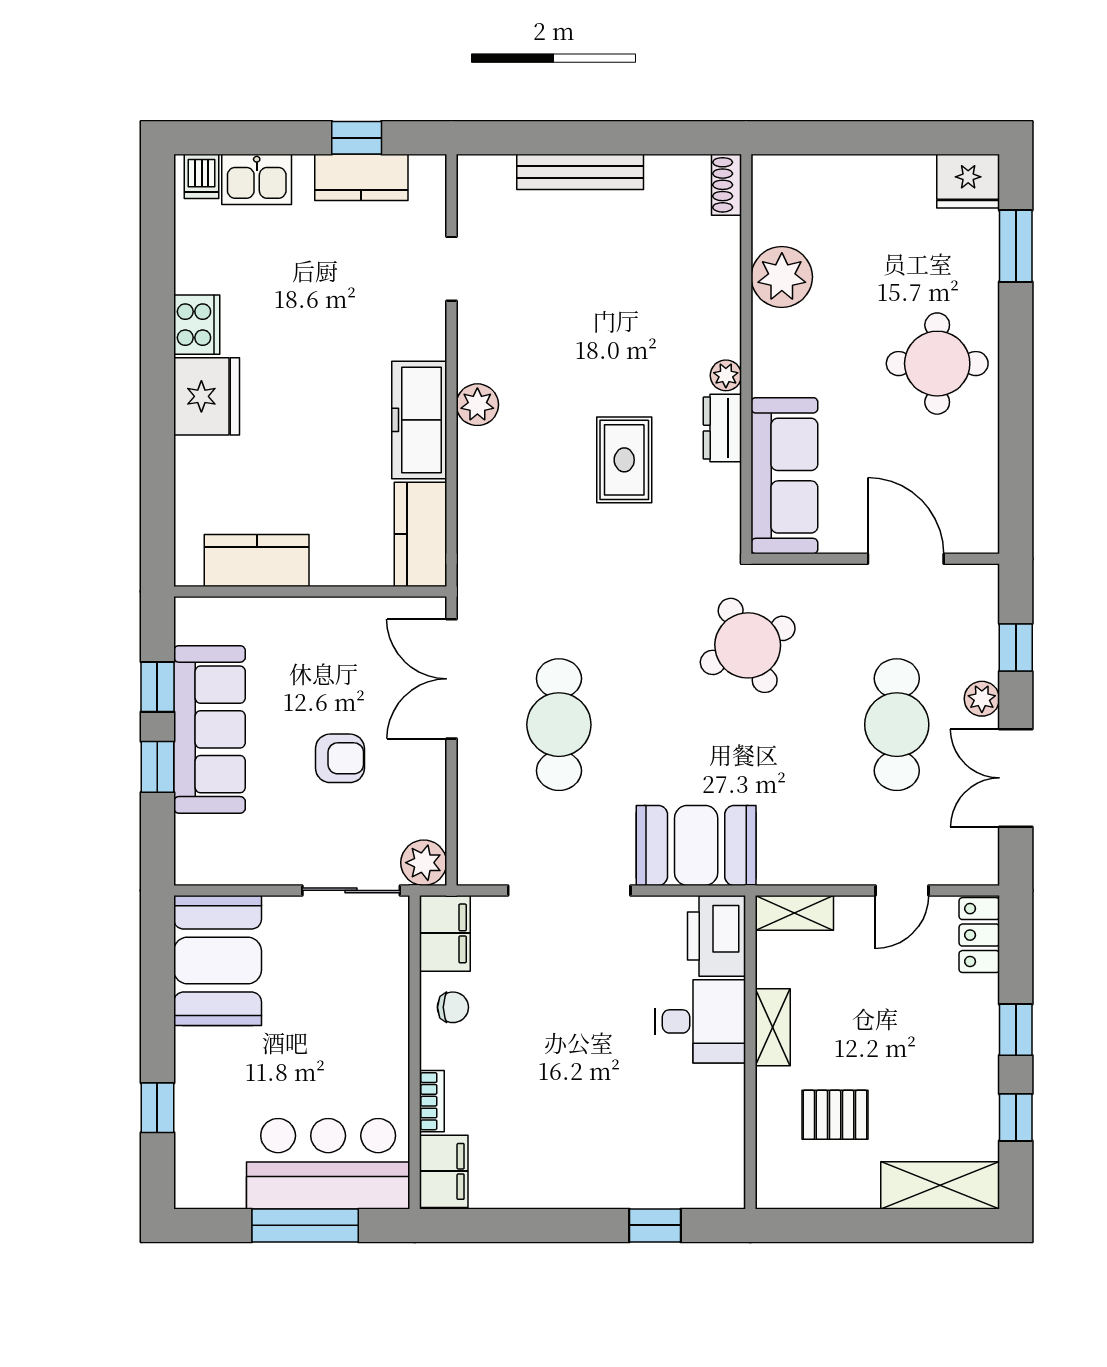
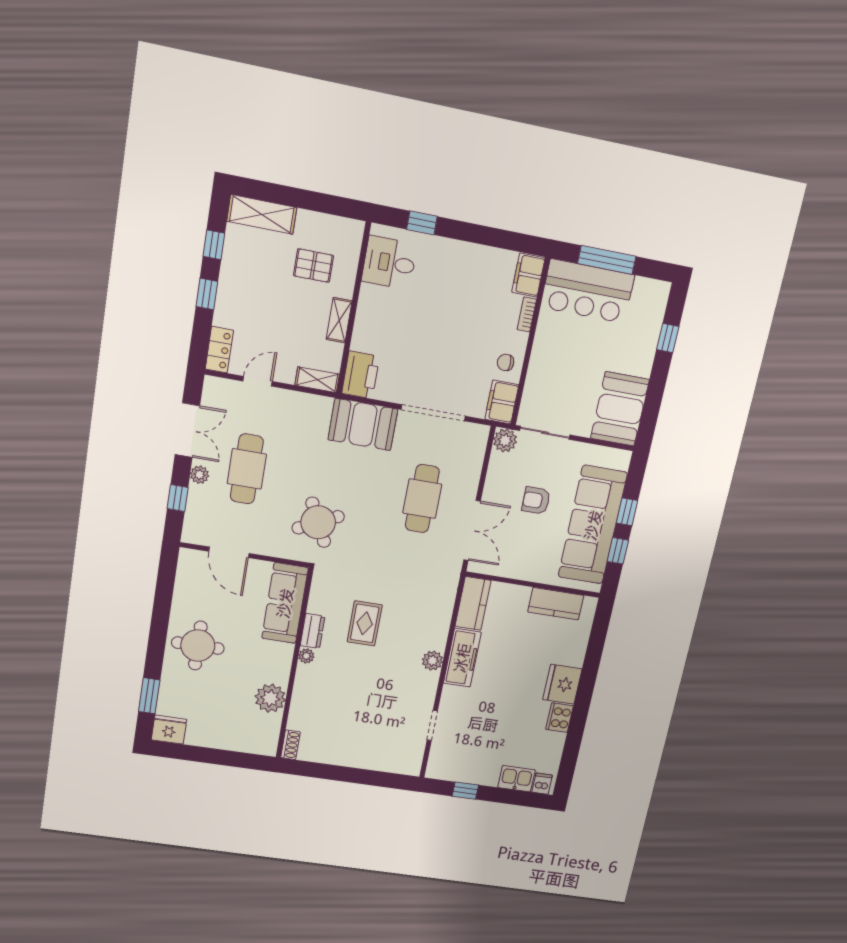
bench: (580, 172) -> (361, 761), removed
kitchen counter: (361, 177) -> (467, 773), removed
sofa: (209, 729) -> (593, 525), width x1.36, depth x1.27
desk: (700, 1021) -> (389, 263), moved

